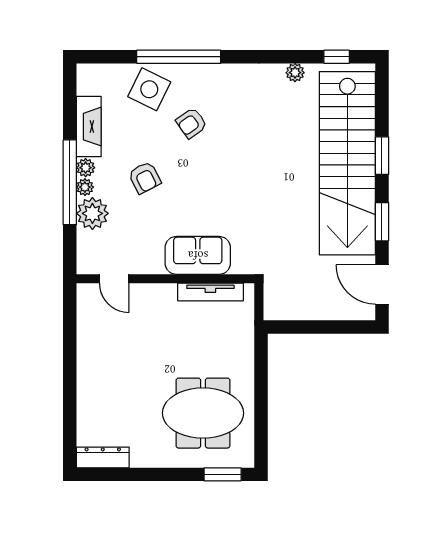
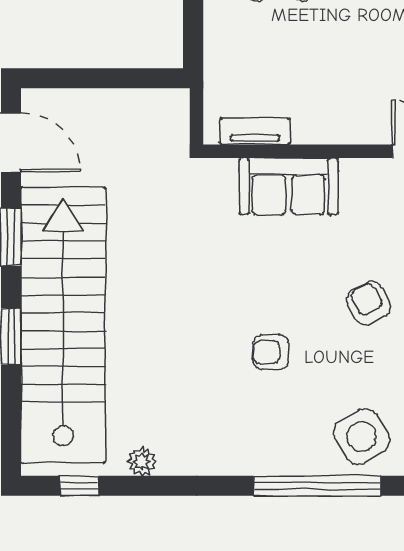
side table: (149, 89) -> (362, 437), turned 33
armchair: (192, 123) -> (271, 352), moved, turned -145
tv unit: (210, 292) -> (255, 131), width x0.71

